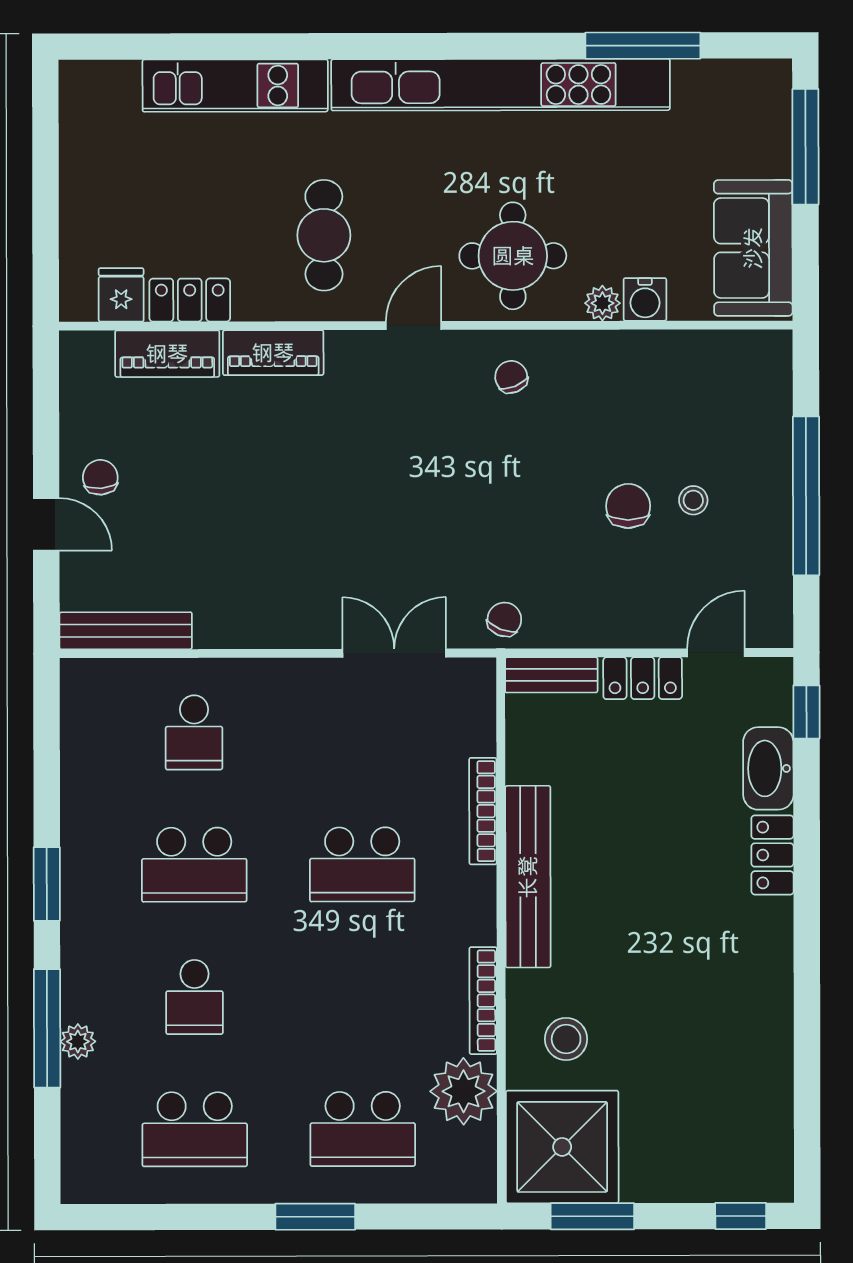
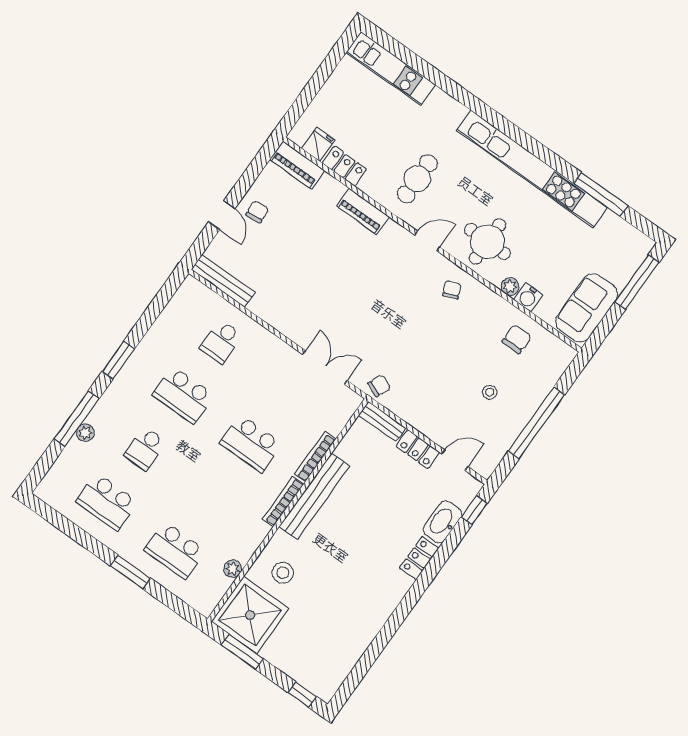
kitchen unit: (235, 86) -> (391, 69), moved
piano: (167, 354) -> (297, 165), moved
chair: (628, 506) -> (517, 339), moved
bookcase: (483, 1001) -> (283, 501), moved
plant: (464, 1091) -> (233, 569), width x0.53, depth x0.53

